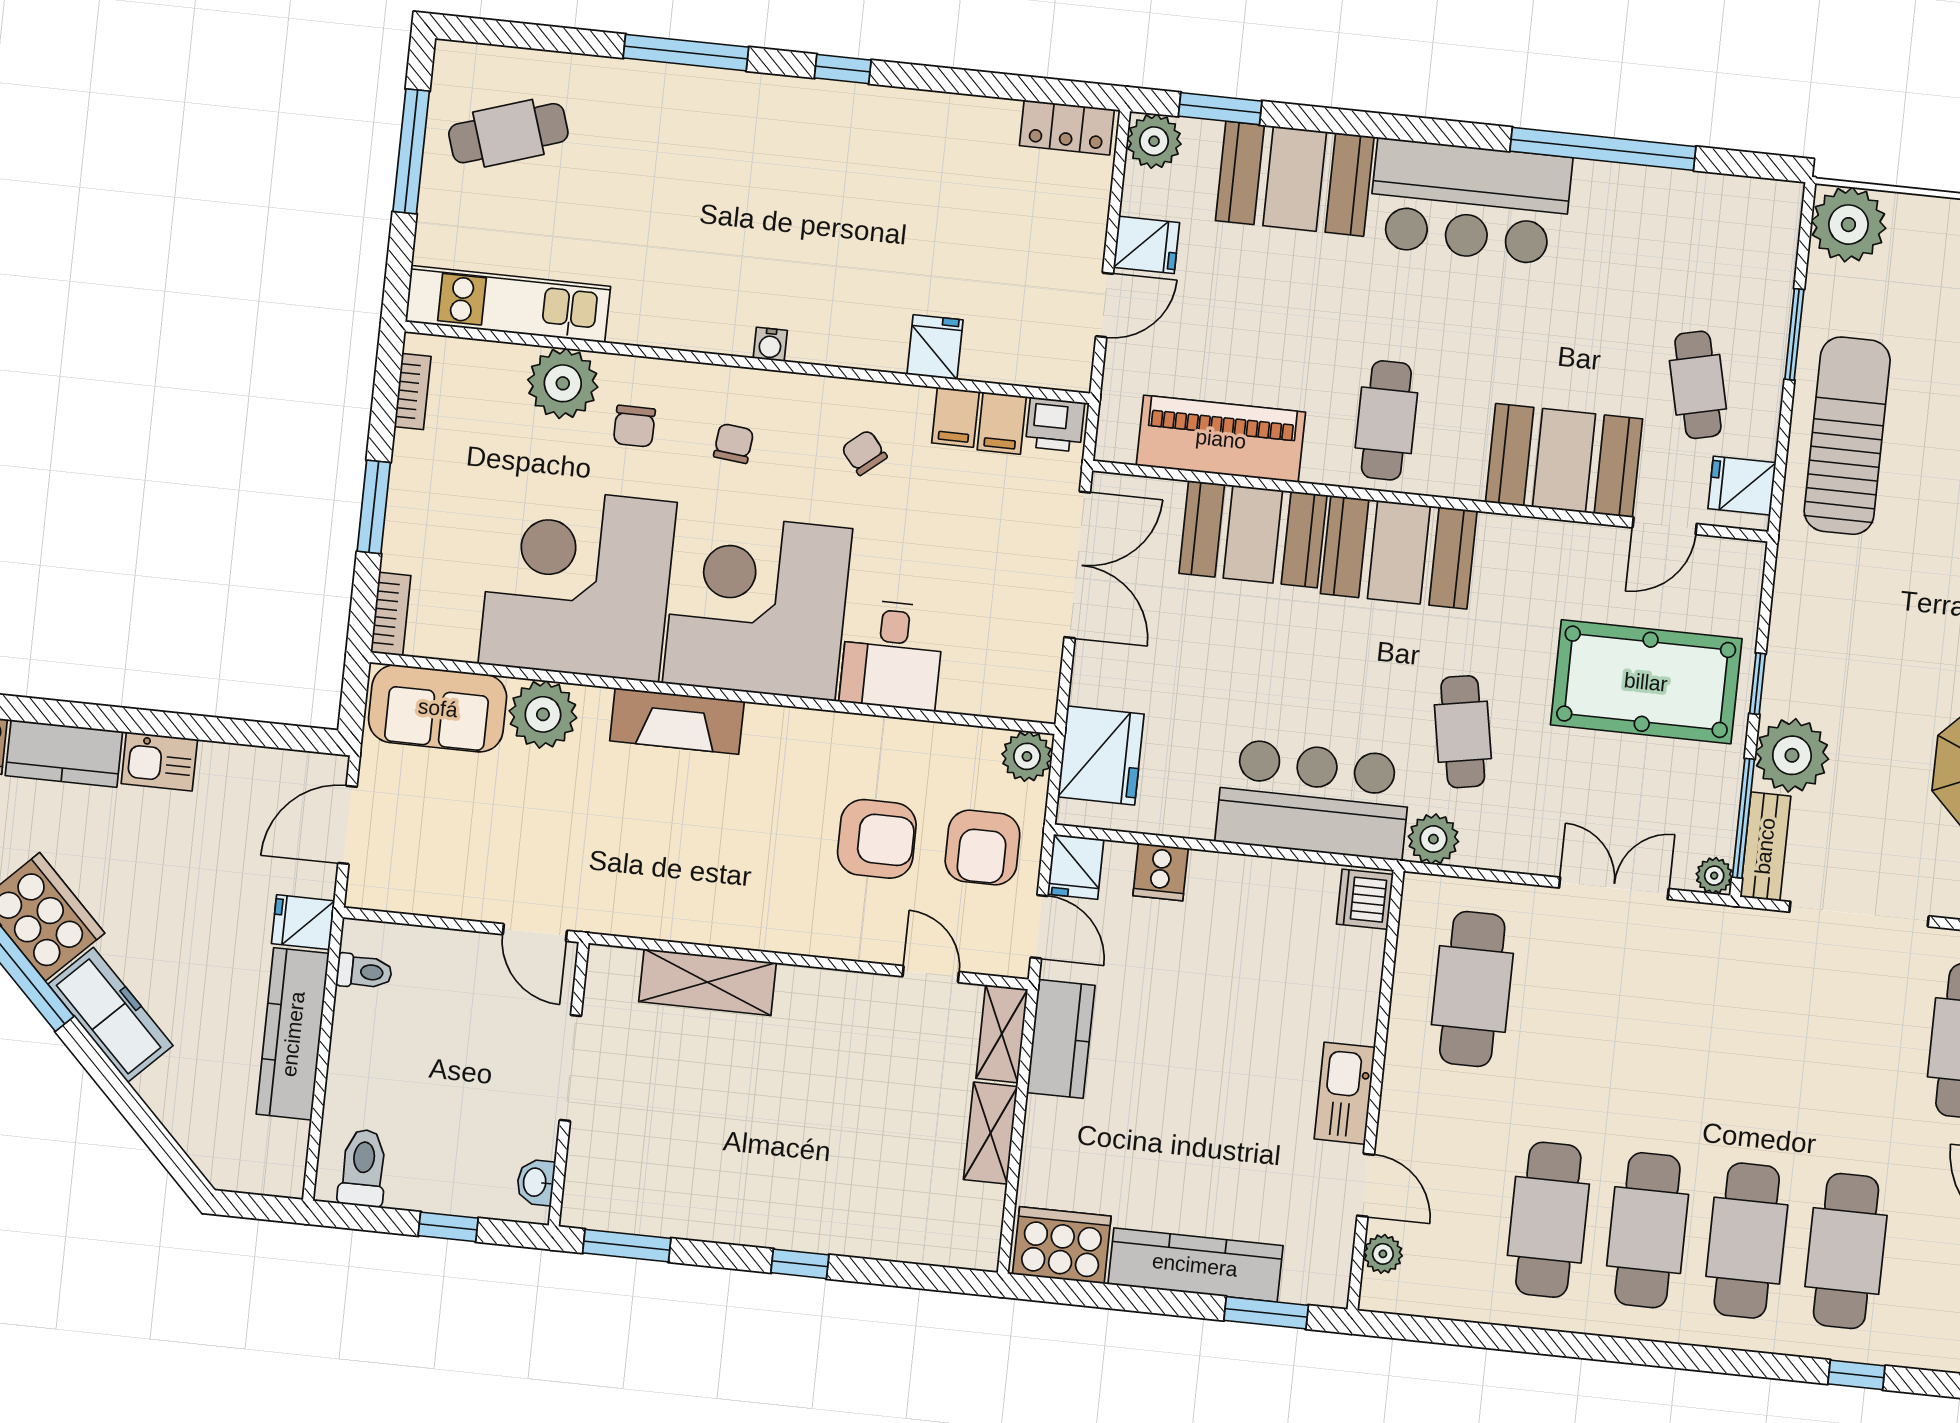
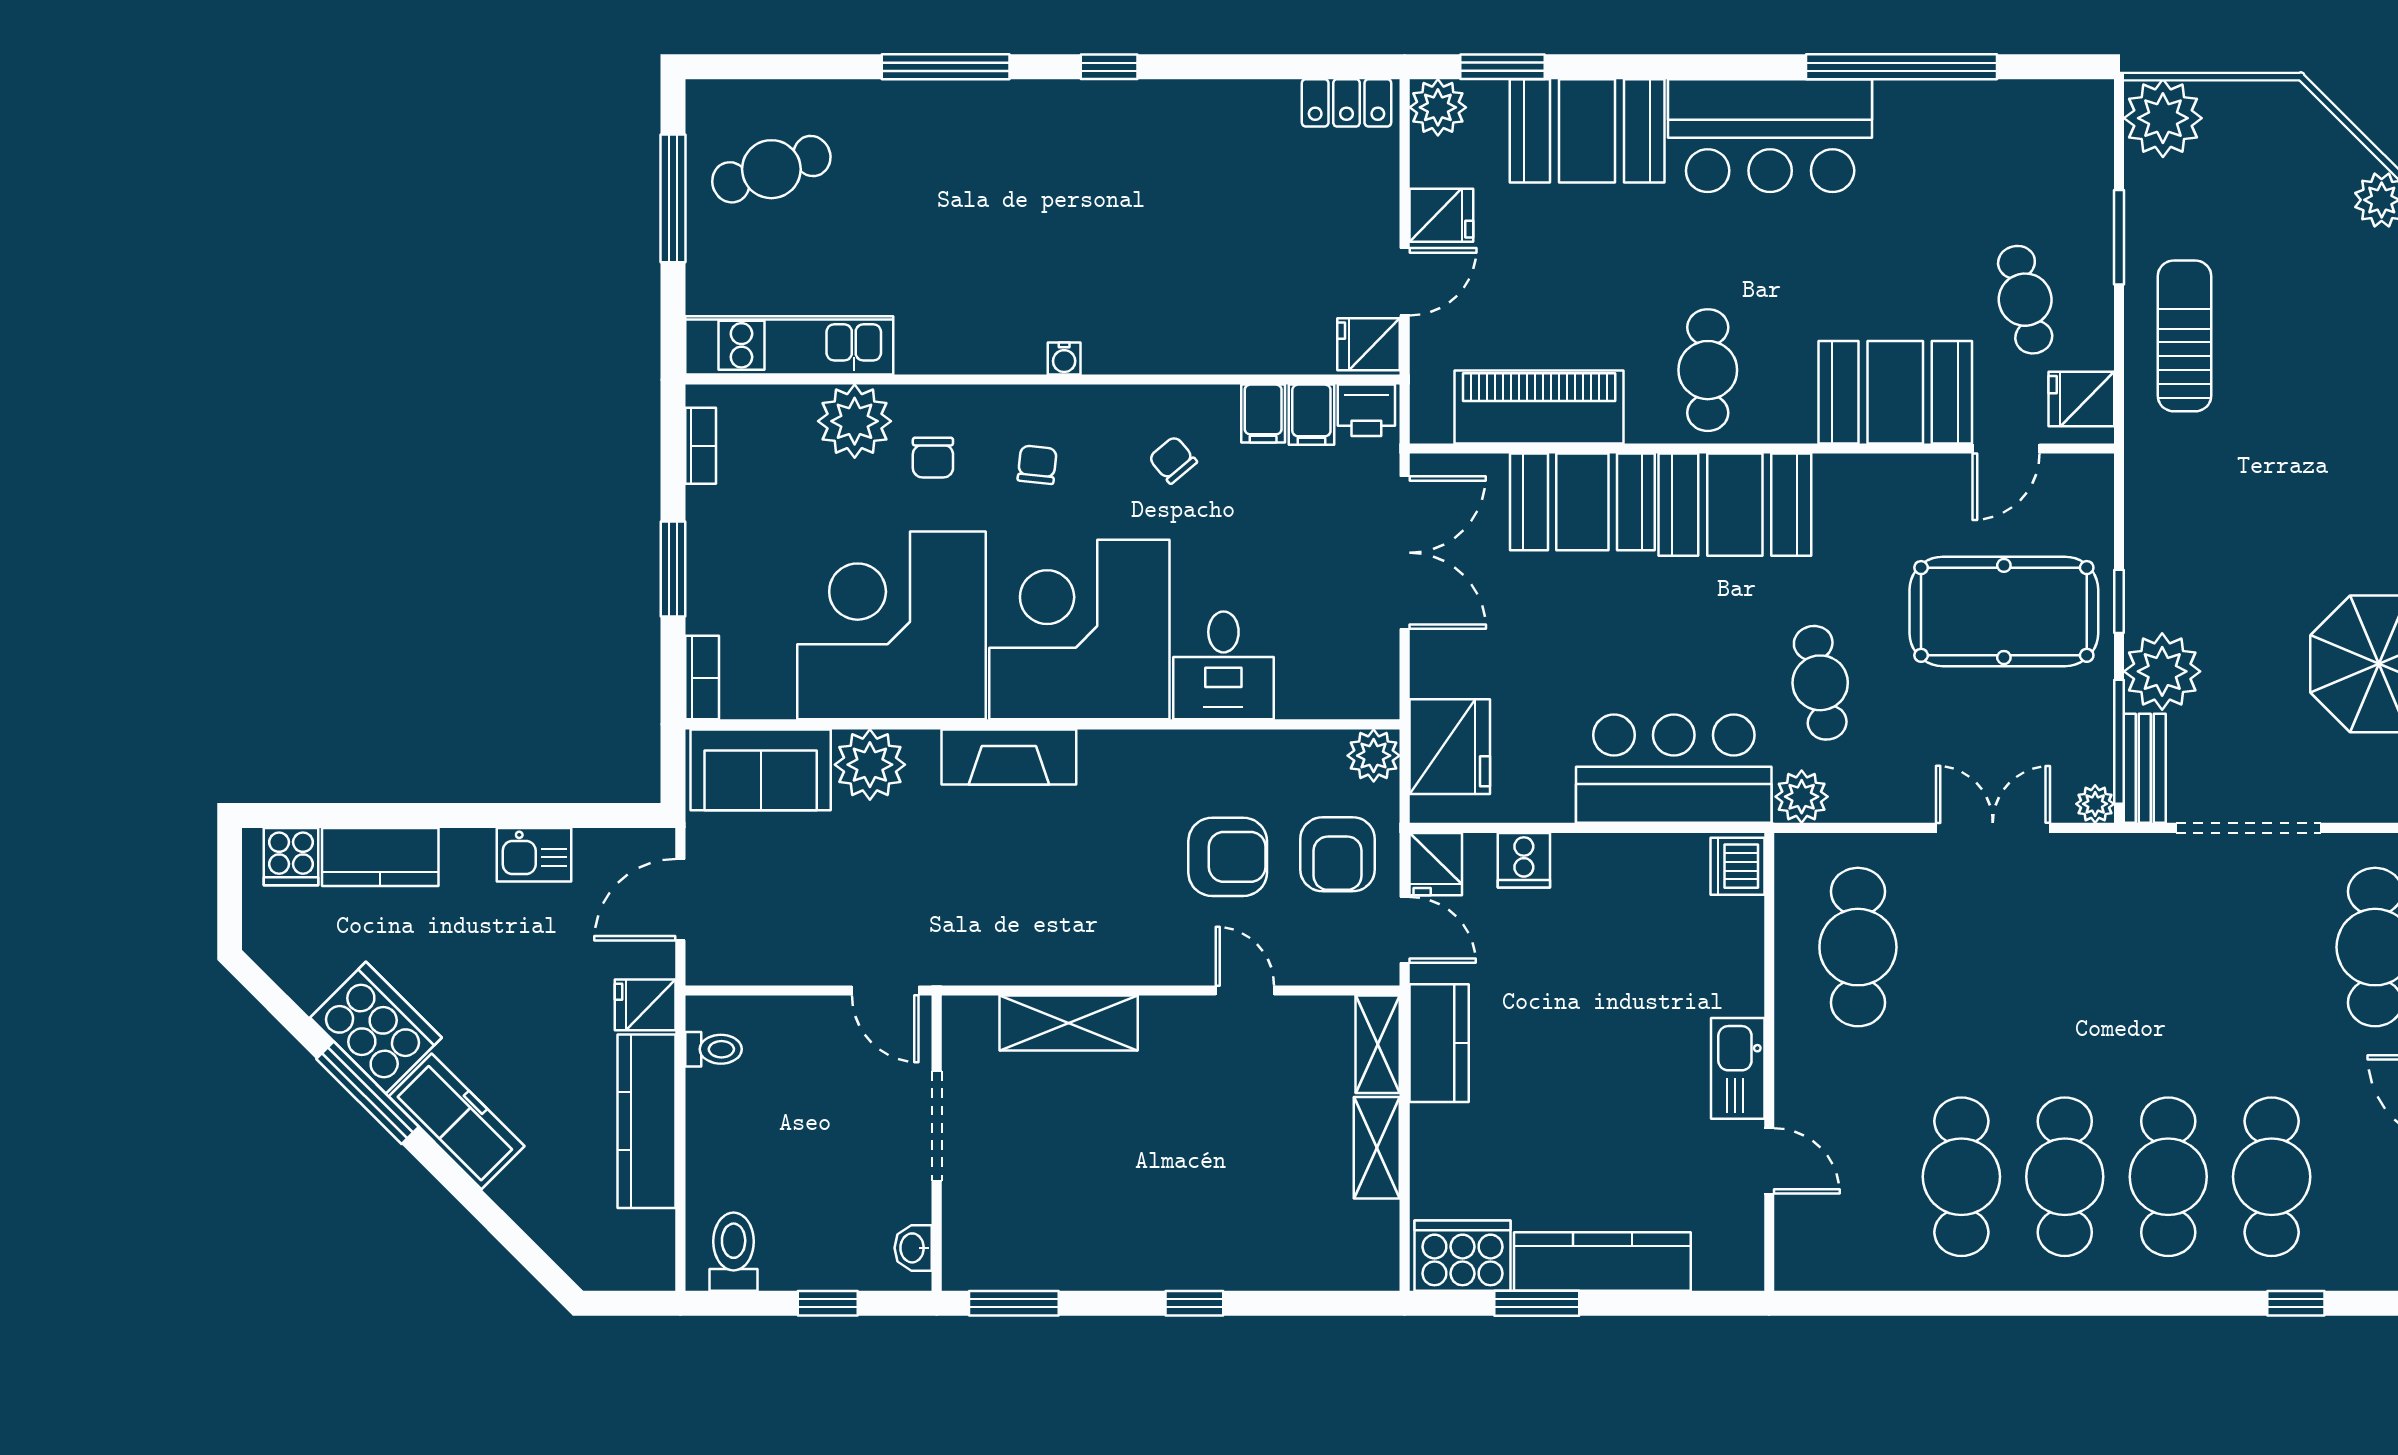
fridge: (935, 347) -> (1369, 344), moved, turned -90
sun lounger: (1847, 436) -> (2184, 336), width x0.73, depth x0.75
kitchen sink: (159, 761) -> (534, 855), moved
door: (931, 974) -> (1245, 990), moved
plant: (1383, 1254) -> (1794, 1230), removed
window: (1266, 1313) -> (1537, 1303), moved

